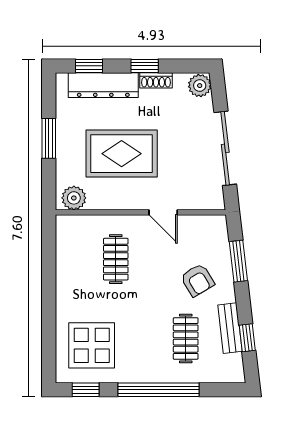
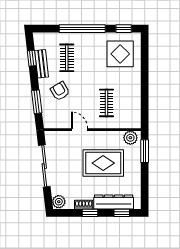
window: (49, 138) -> (145, 151), moved

